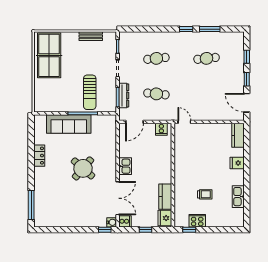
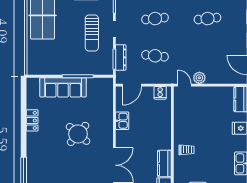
sun lounger: (90, 92) -> (92, 33), moved
plant: (199, 115) -> (199, 78), added
kitchen sink: (125, 166) -> (122, 121), moved
trolley: (205, 194) -> (186, 150), moved

